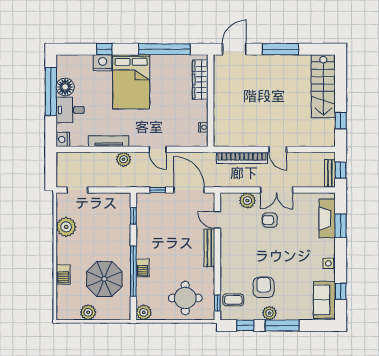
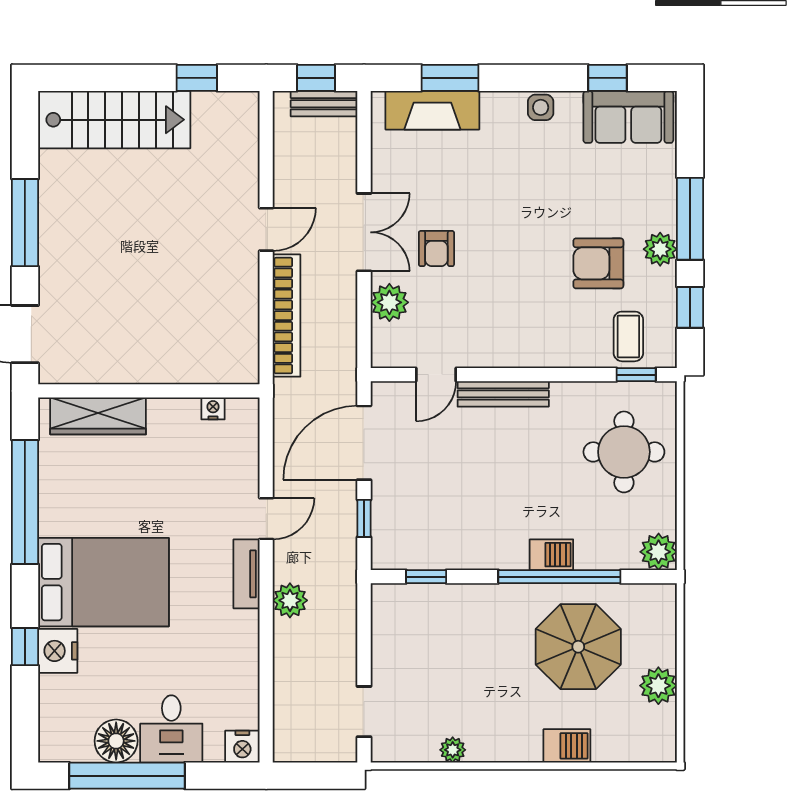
tv unit: (109, 141) -> (247, 574), moved, width x0.71
plant: (66, 227) -> (453, 750), width x0.53, depth x0.53

